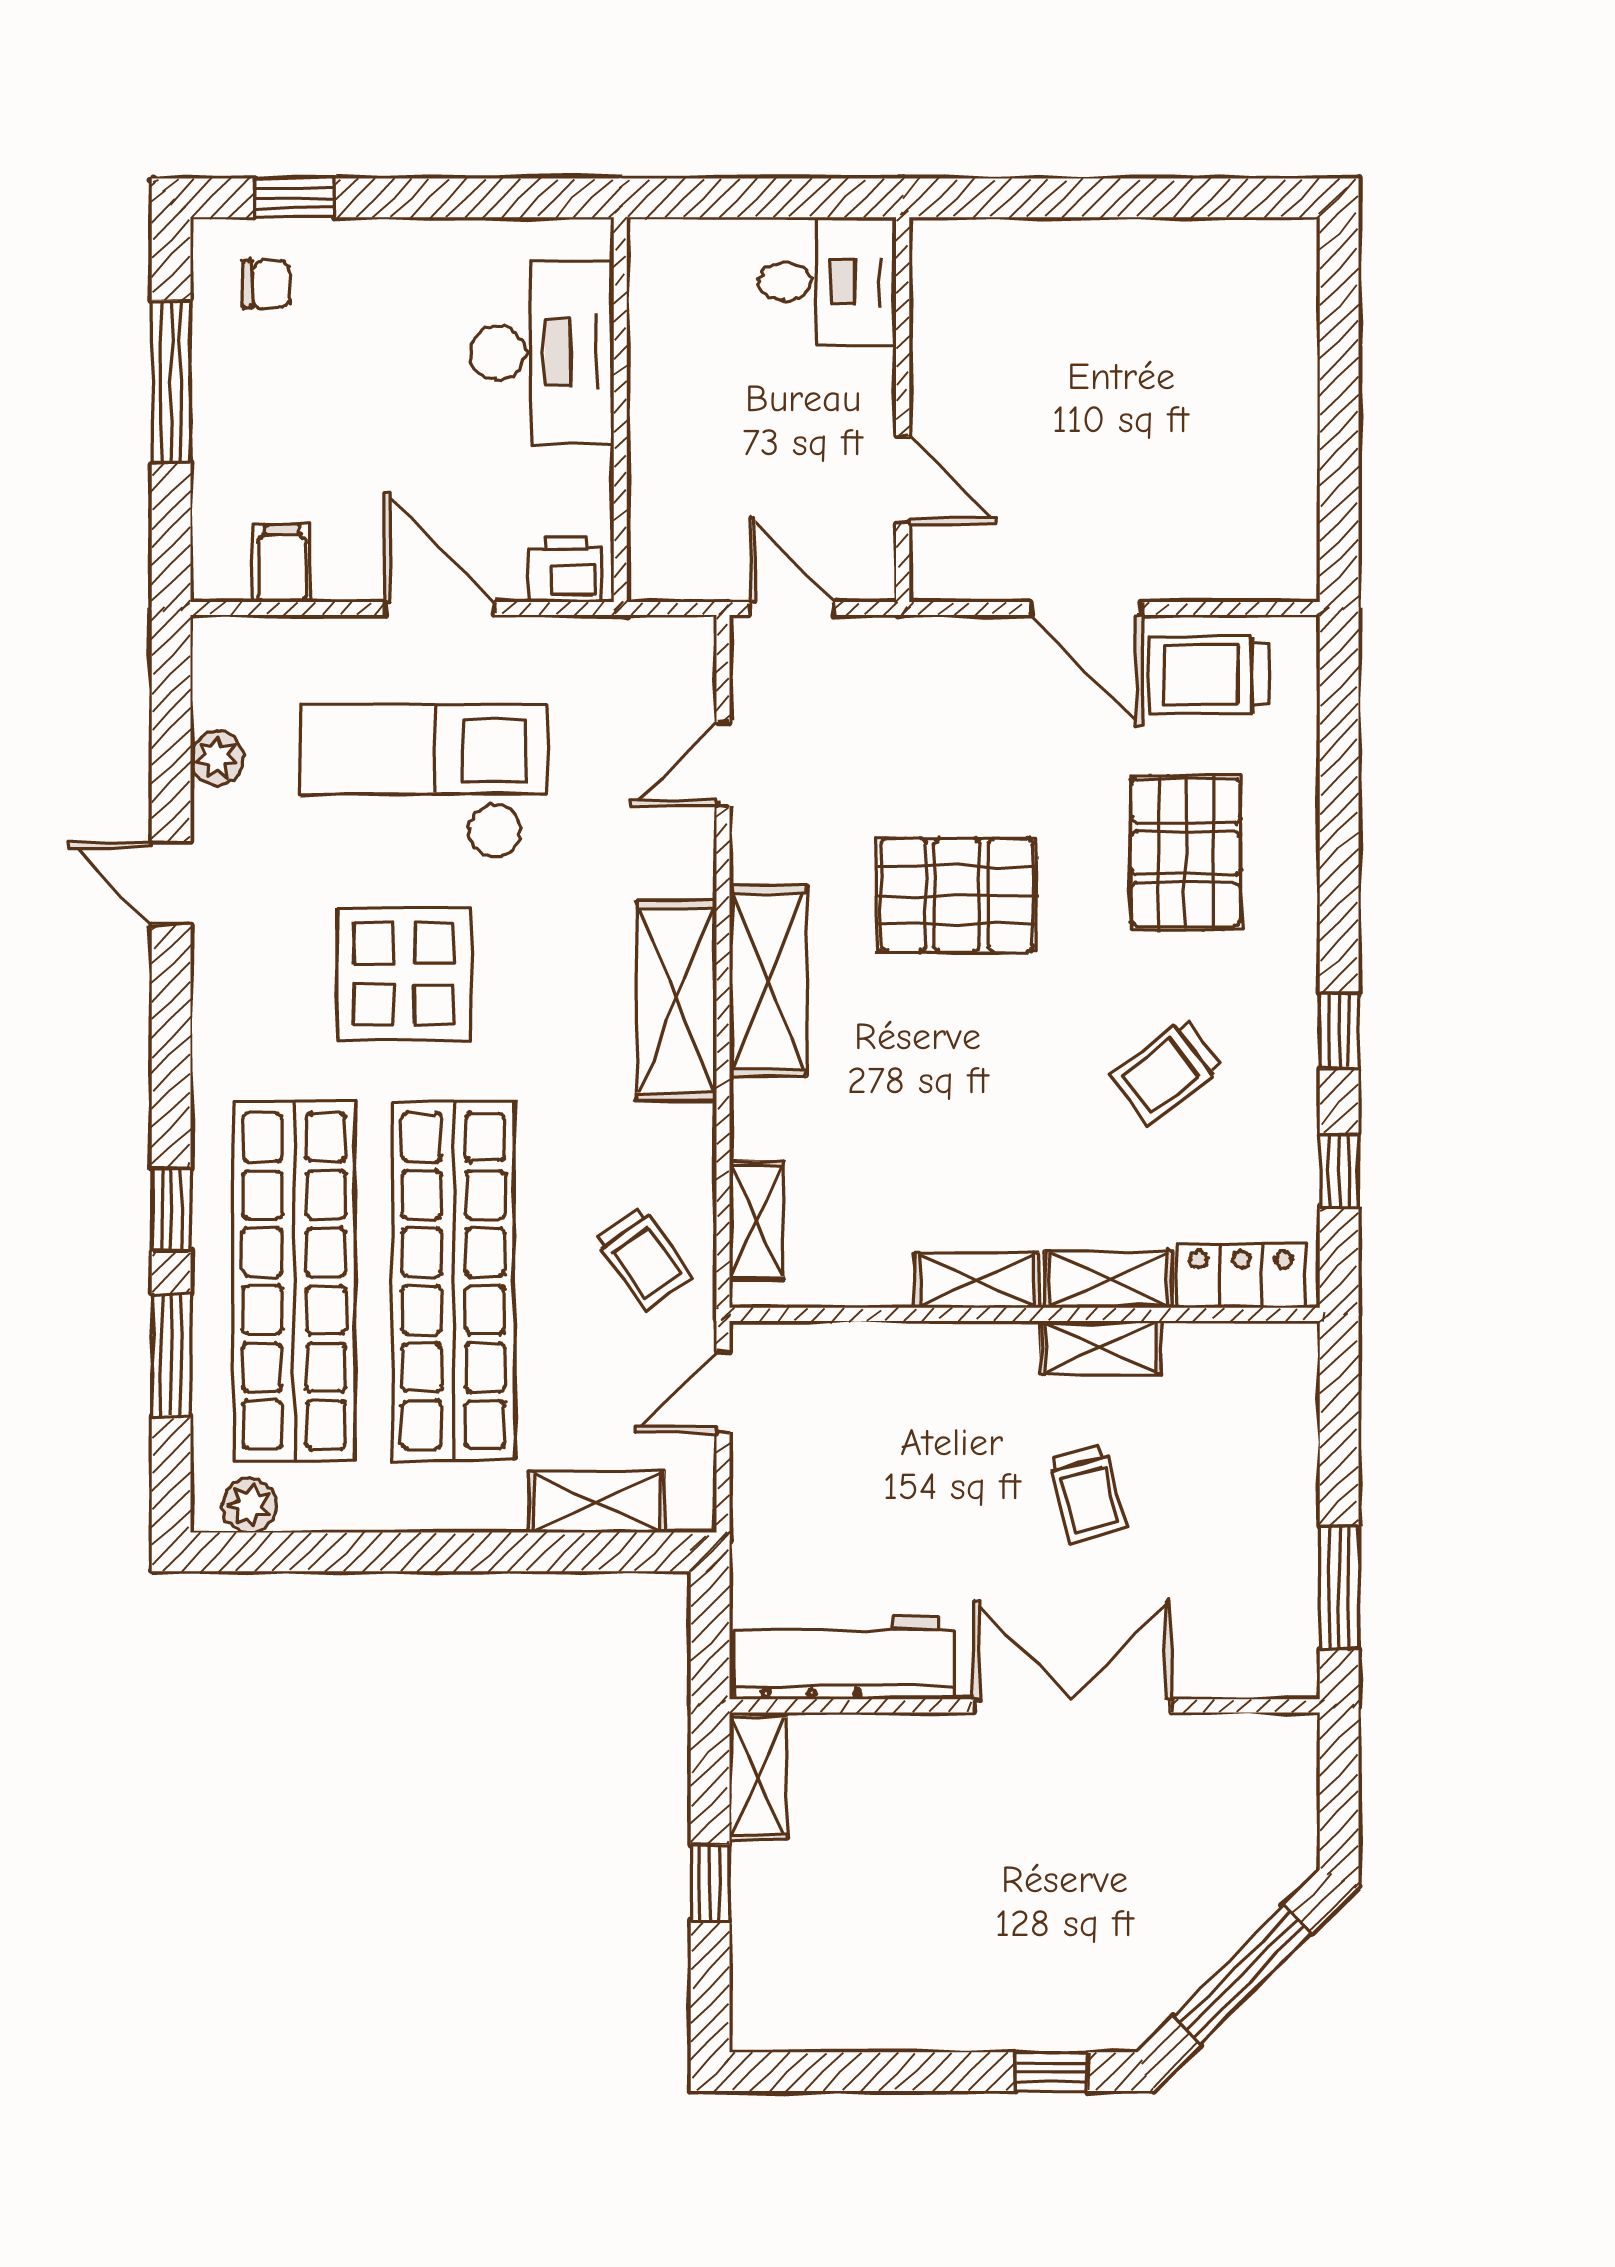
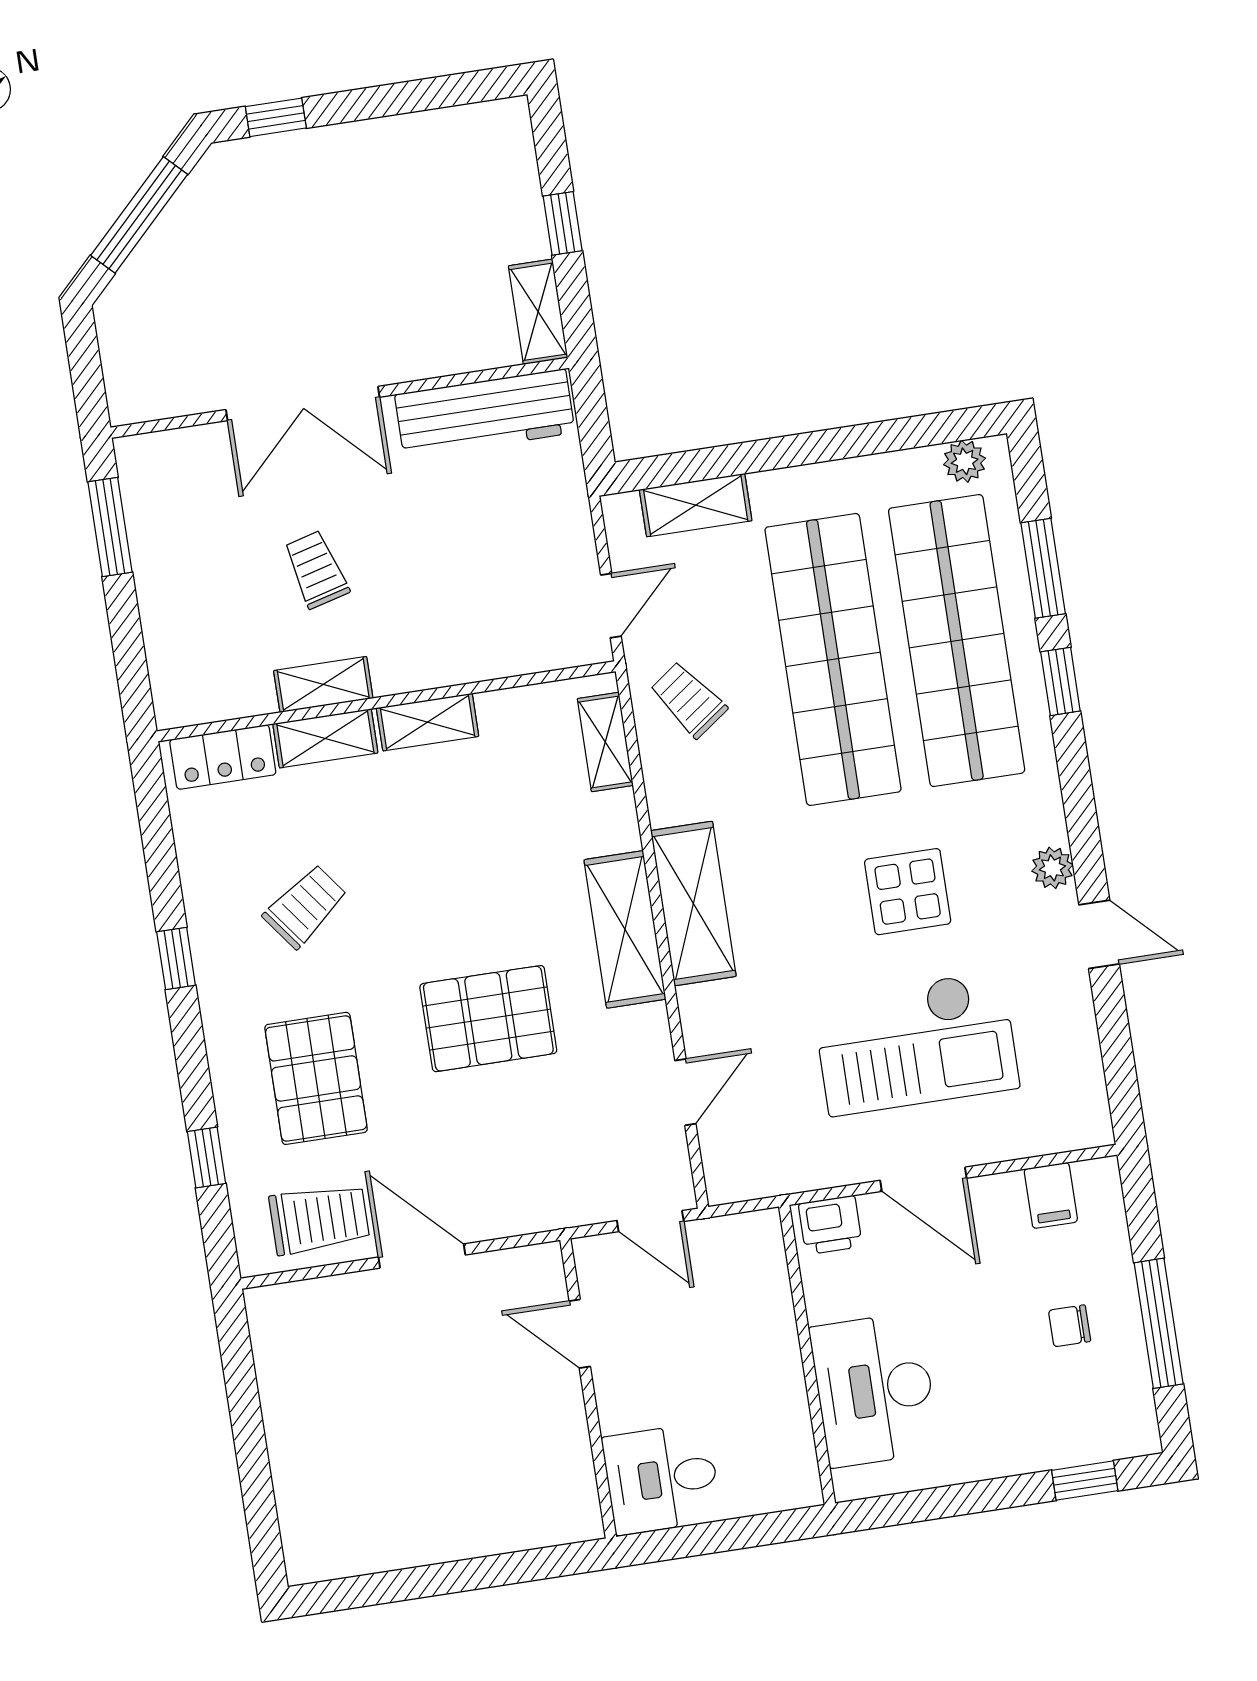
chair: (266, 284) -> (1070, 1326), moved
plant: (217, 758) -> (1052, 868), moved
display table: (404, 974) -> (908, 892), width x0.73, depth x0.73
window: (1339, 1171) -> (206, 1157), moved

